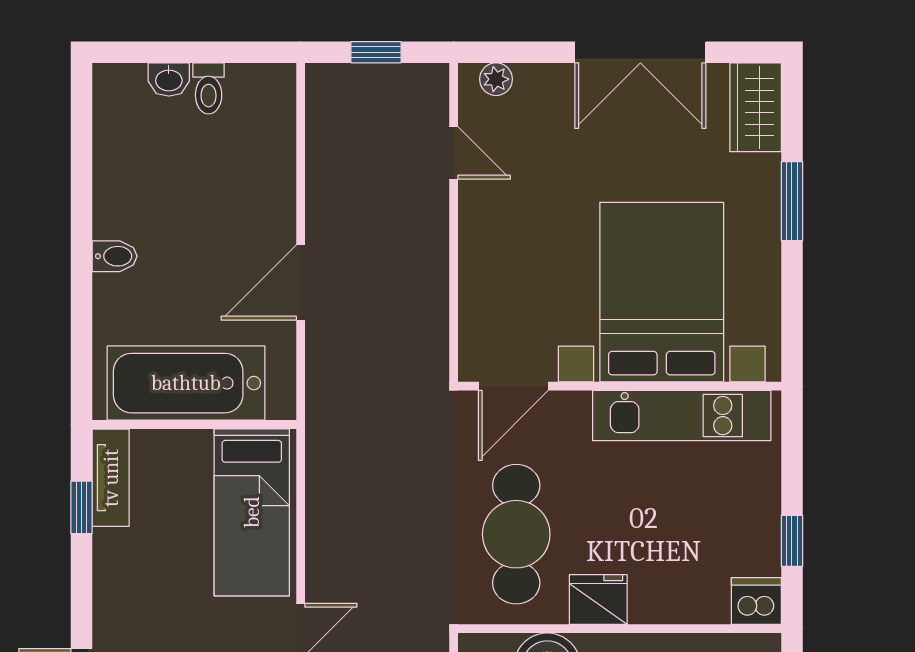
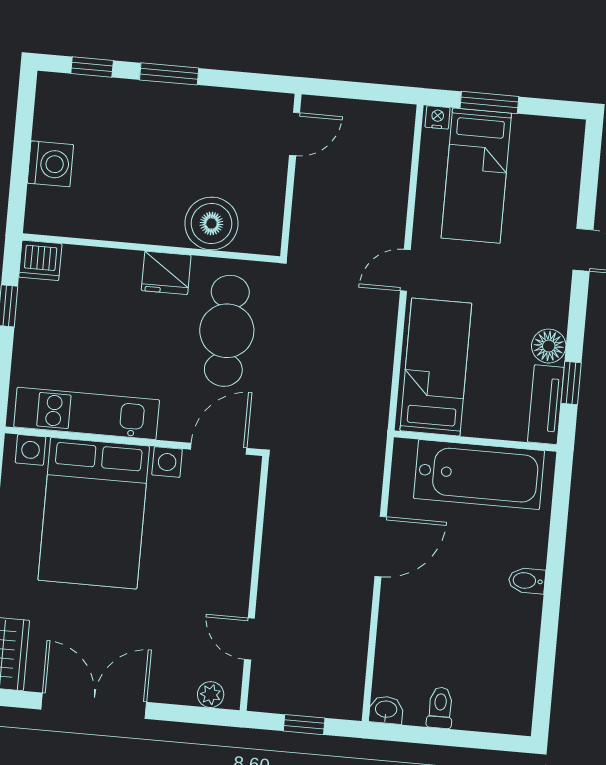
washbasin: (169, 80) -> (386, 710), moved
floor lamp: (113, 551) -> (549, 346), added

